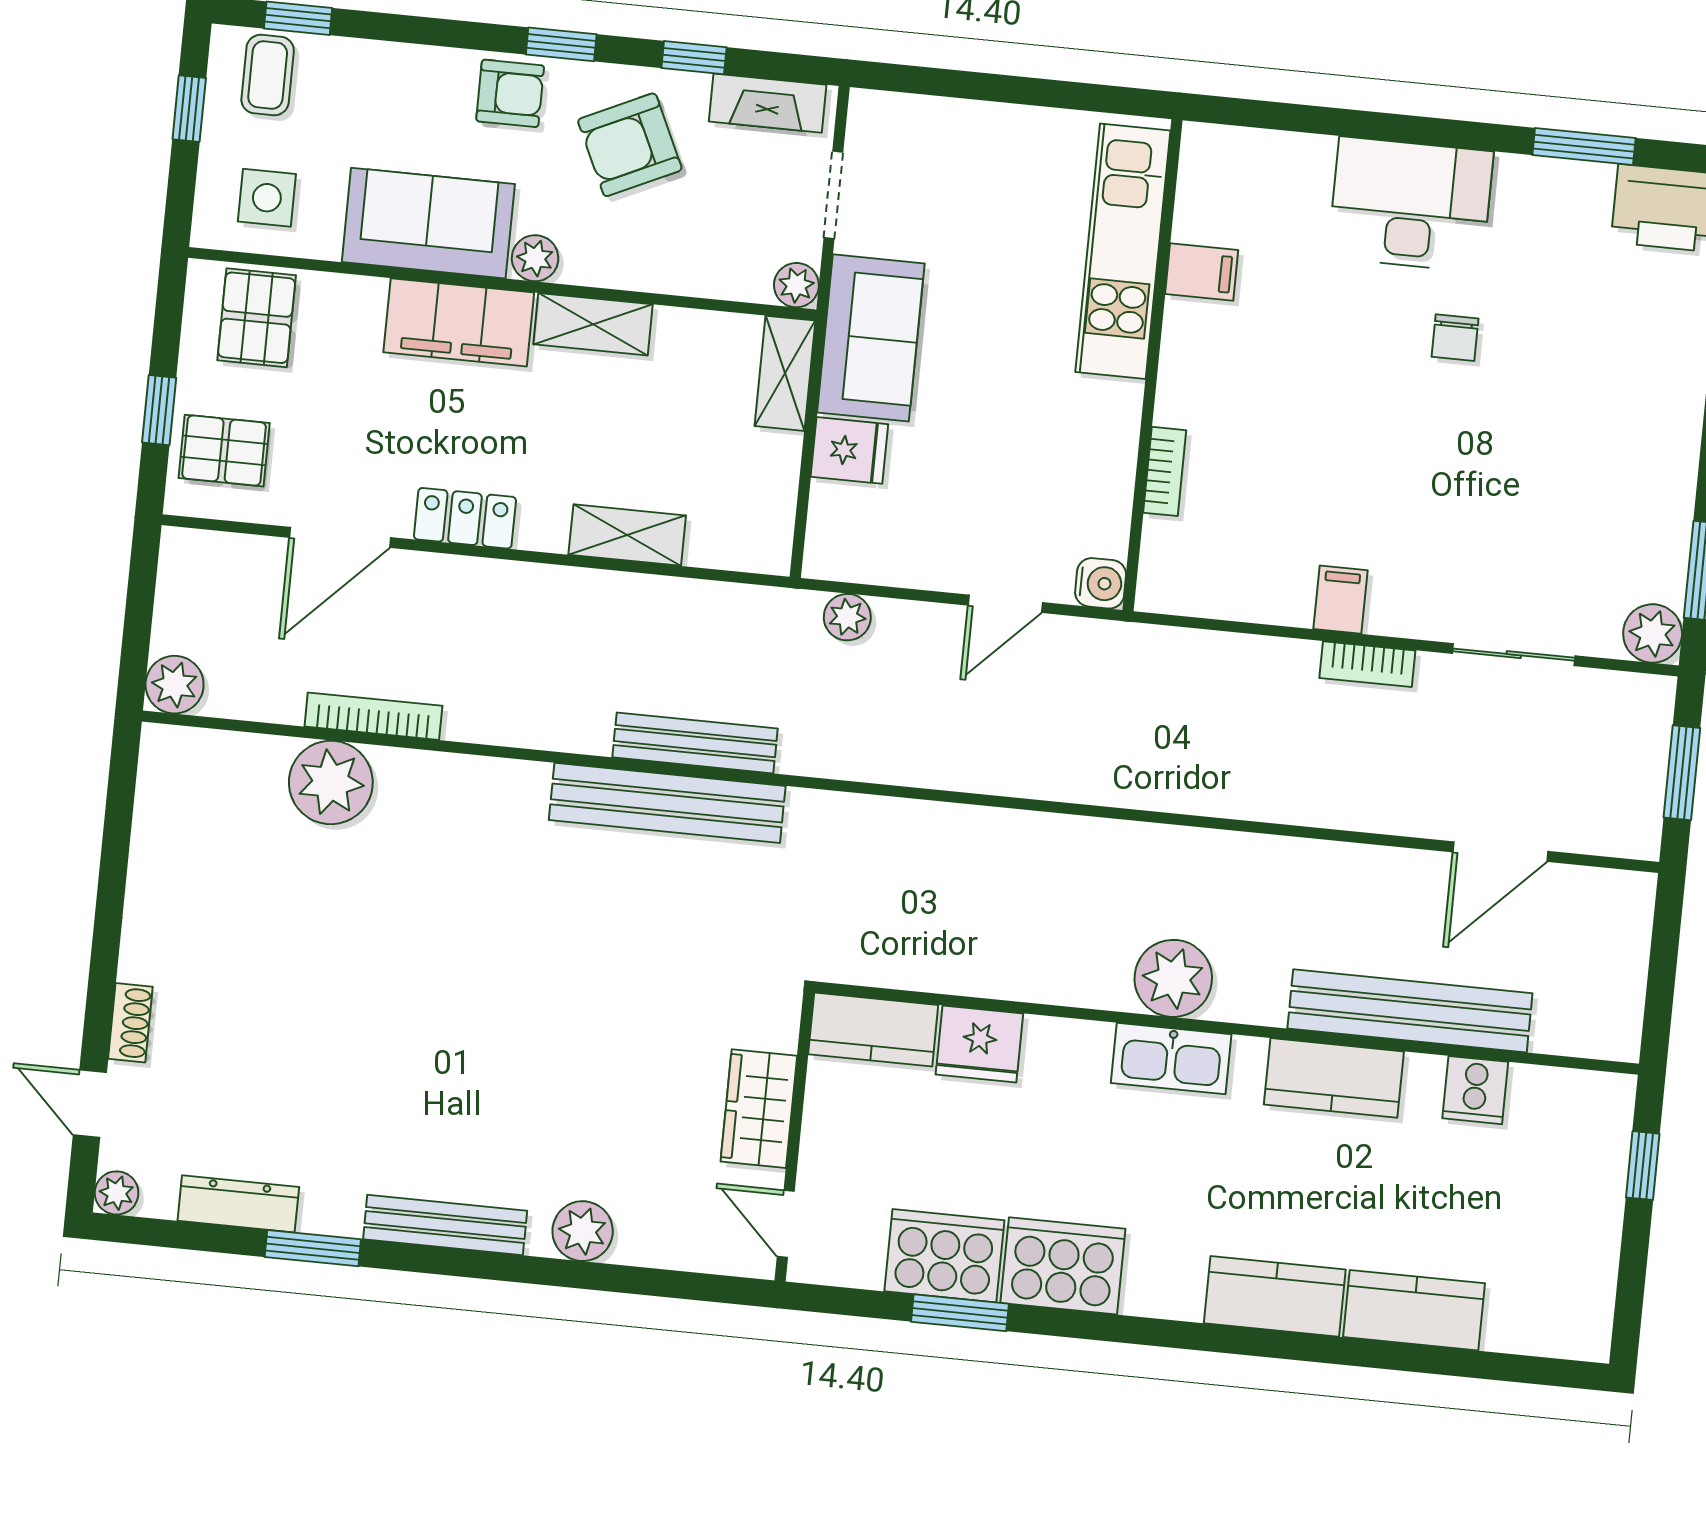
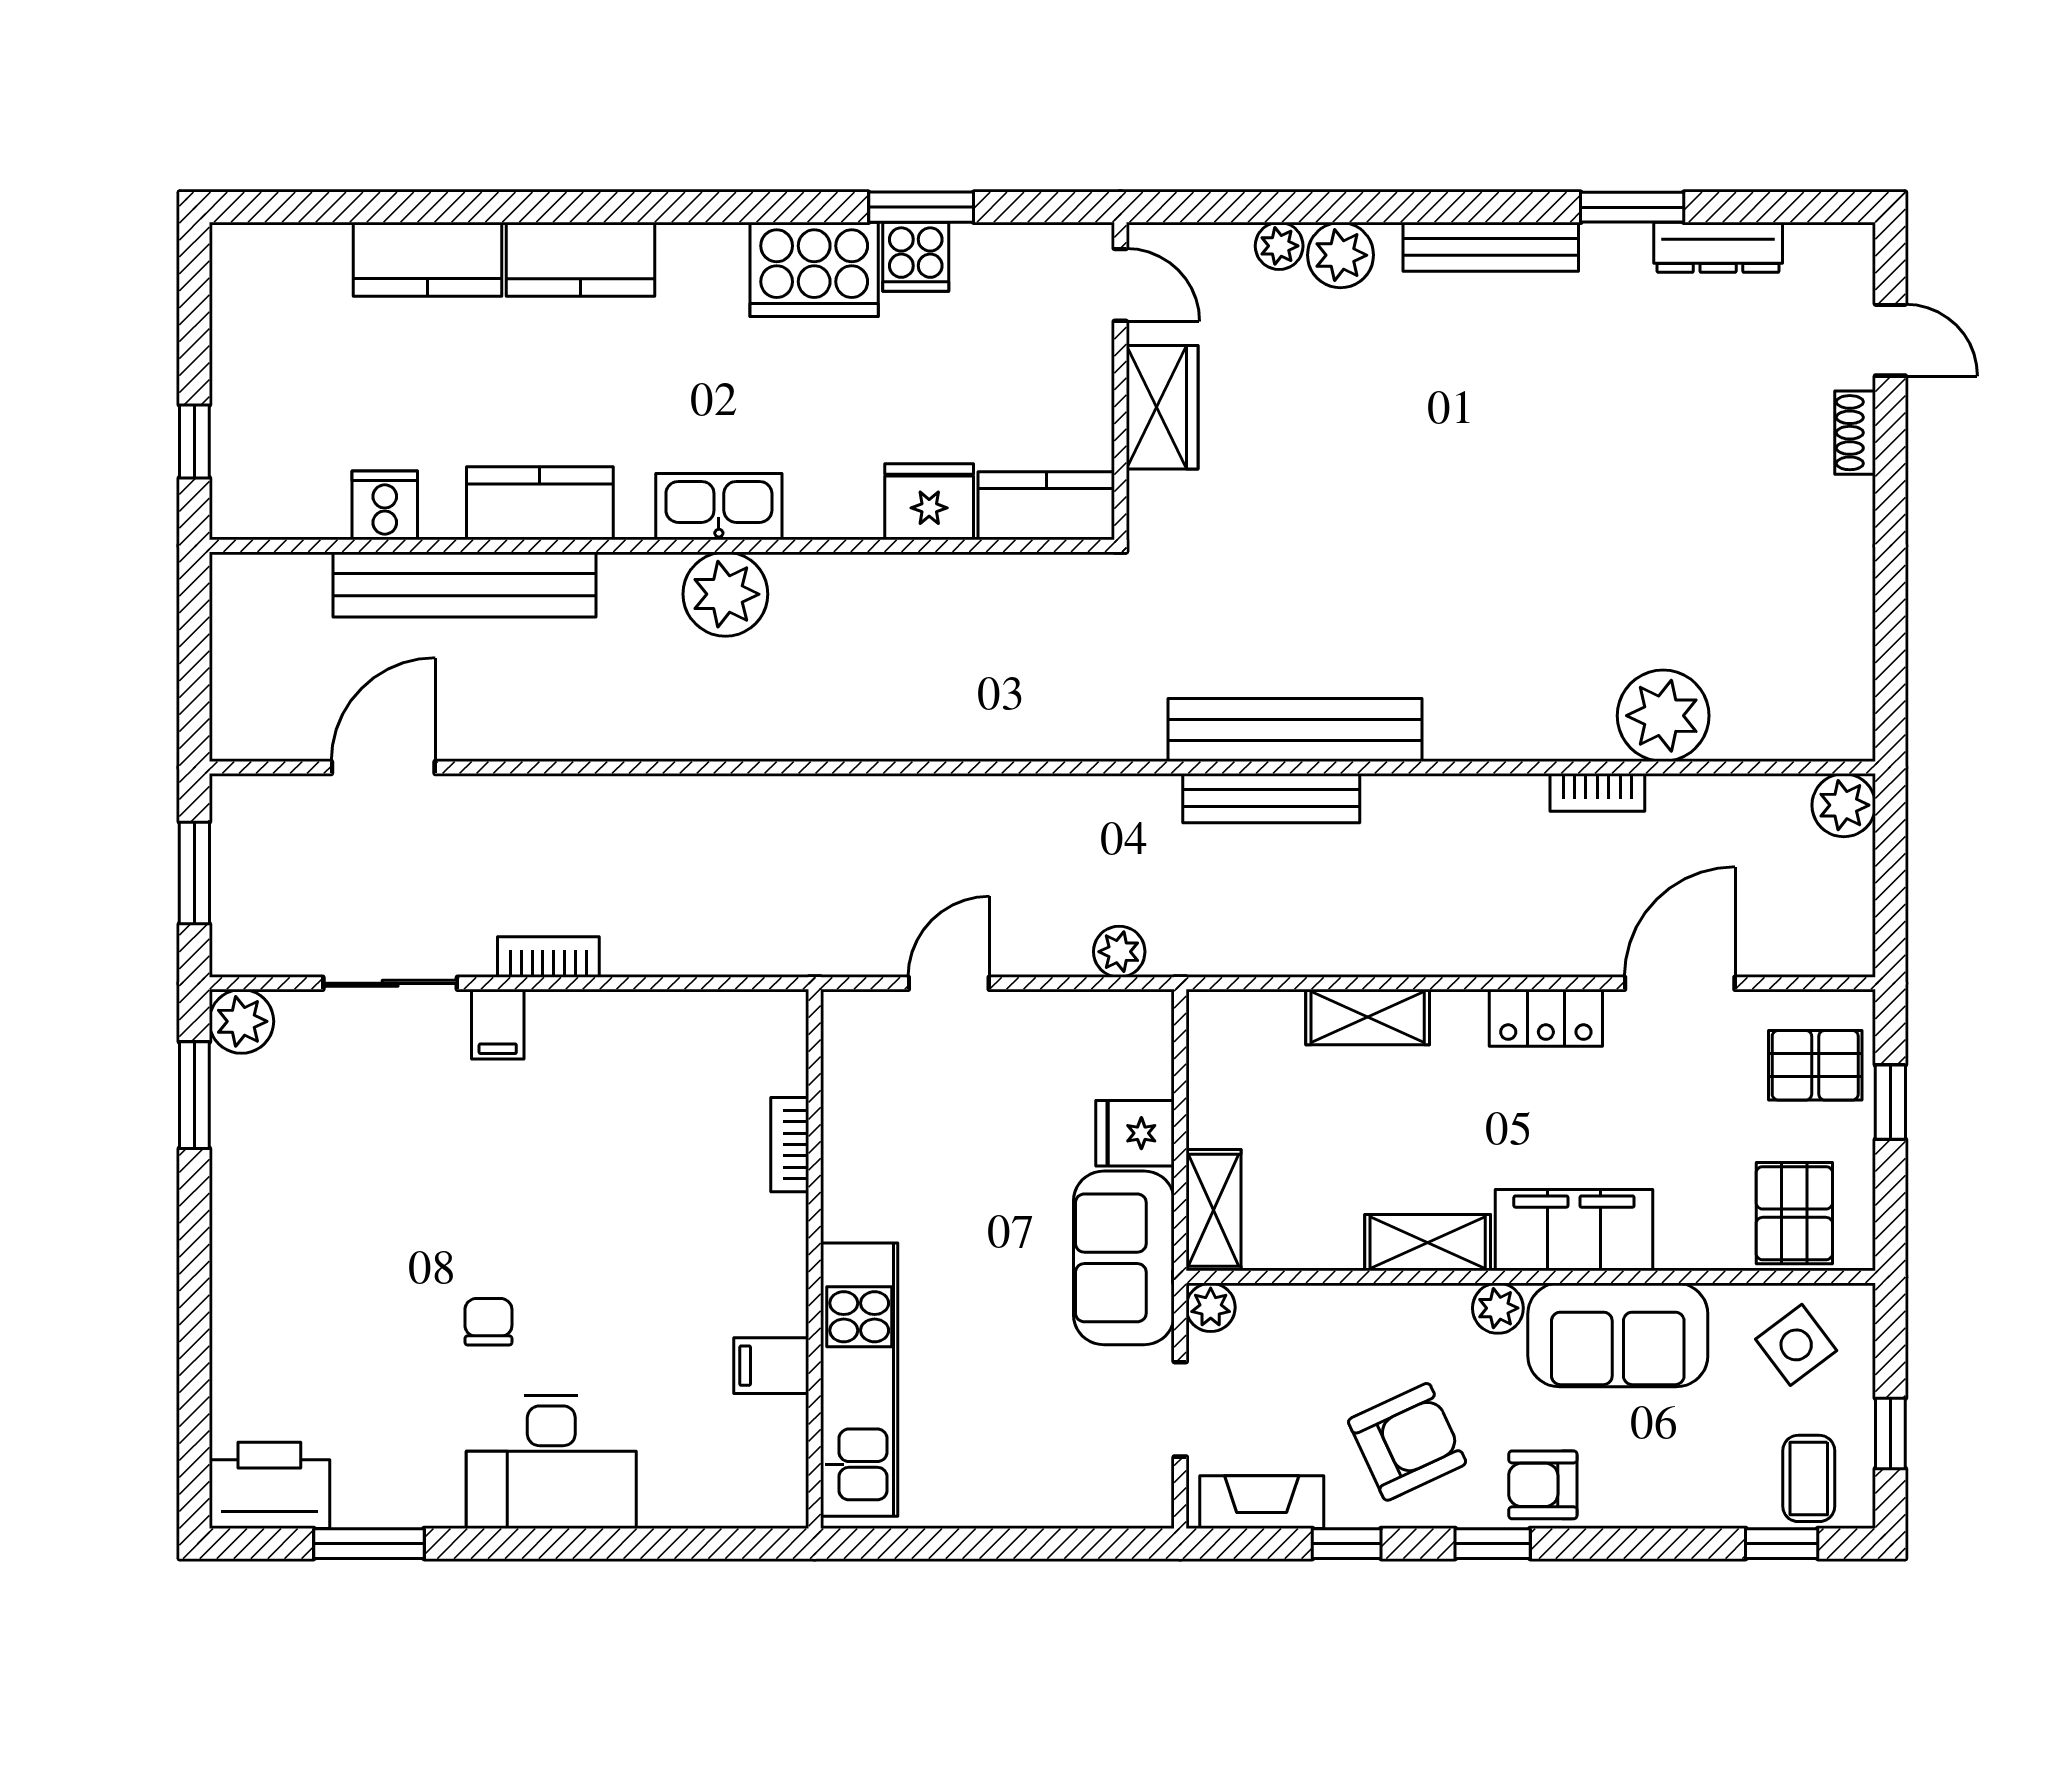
side table: (267, 198) -> (1796, 1345), turned -37
water cooler: (1101, 583) -> (847, 1016), removed
filing cabinet: (1341, 600) -> (498, 1024), moved
bookcase: (373, 716) -> (1597, 792), width x0.64
plant: (117, 1193) -> (1279, 246), moved
cooker: (944, 1256) -> (916, 257), width x0.53, depth x0.76

